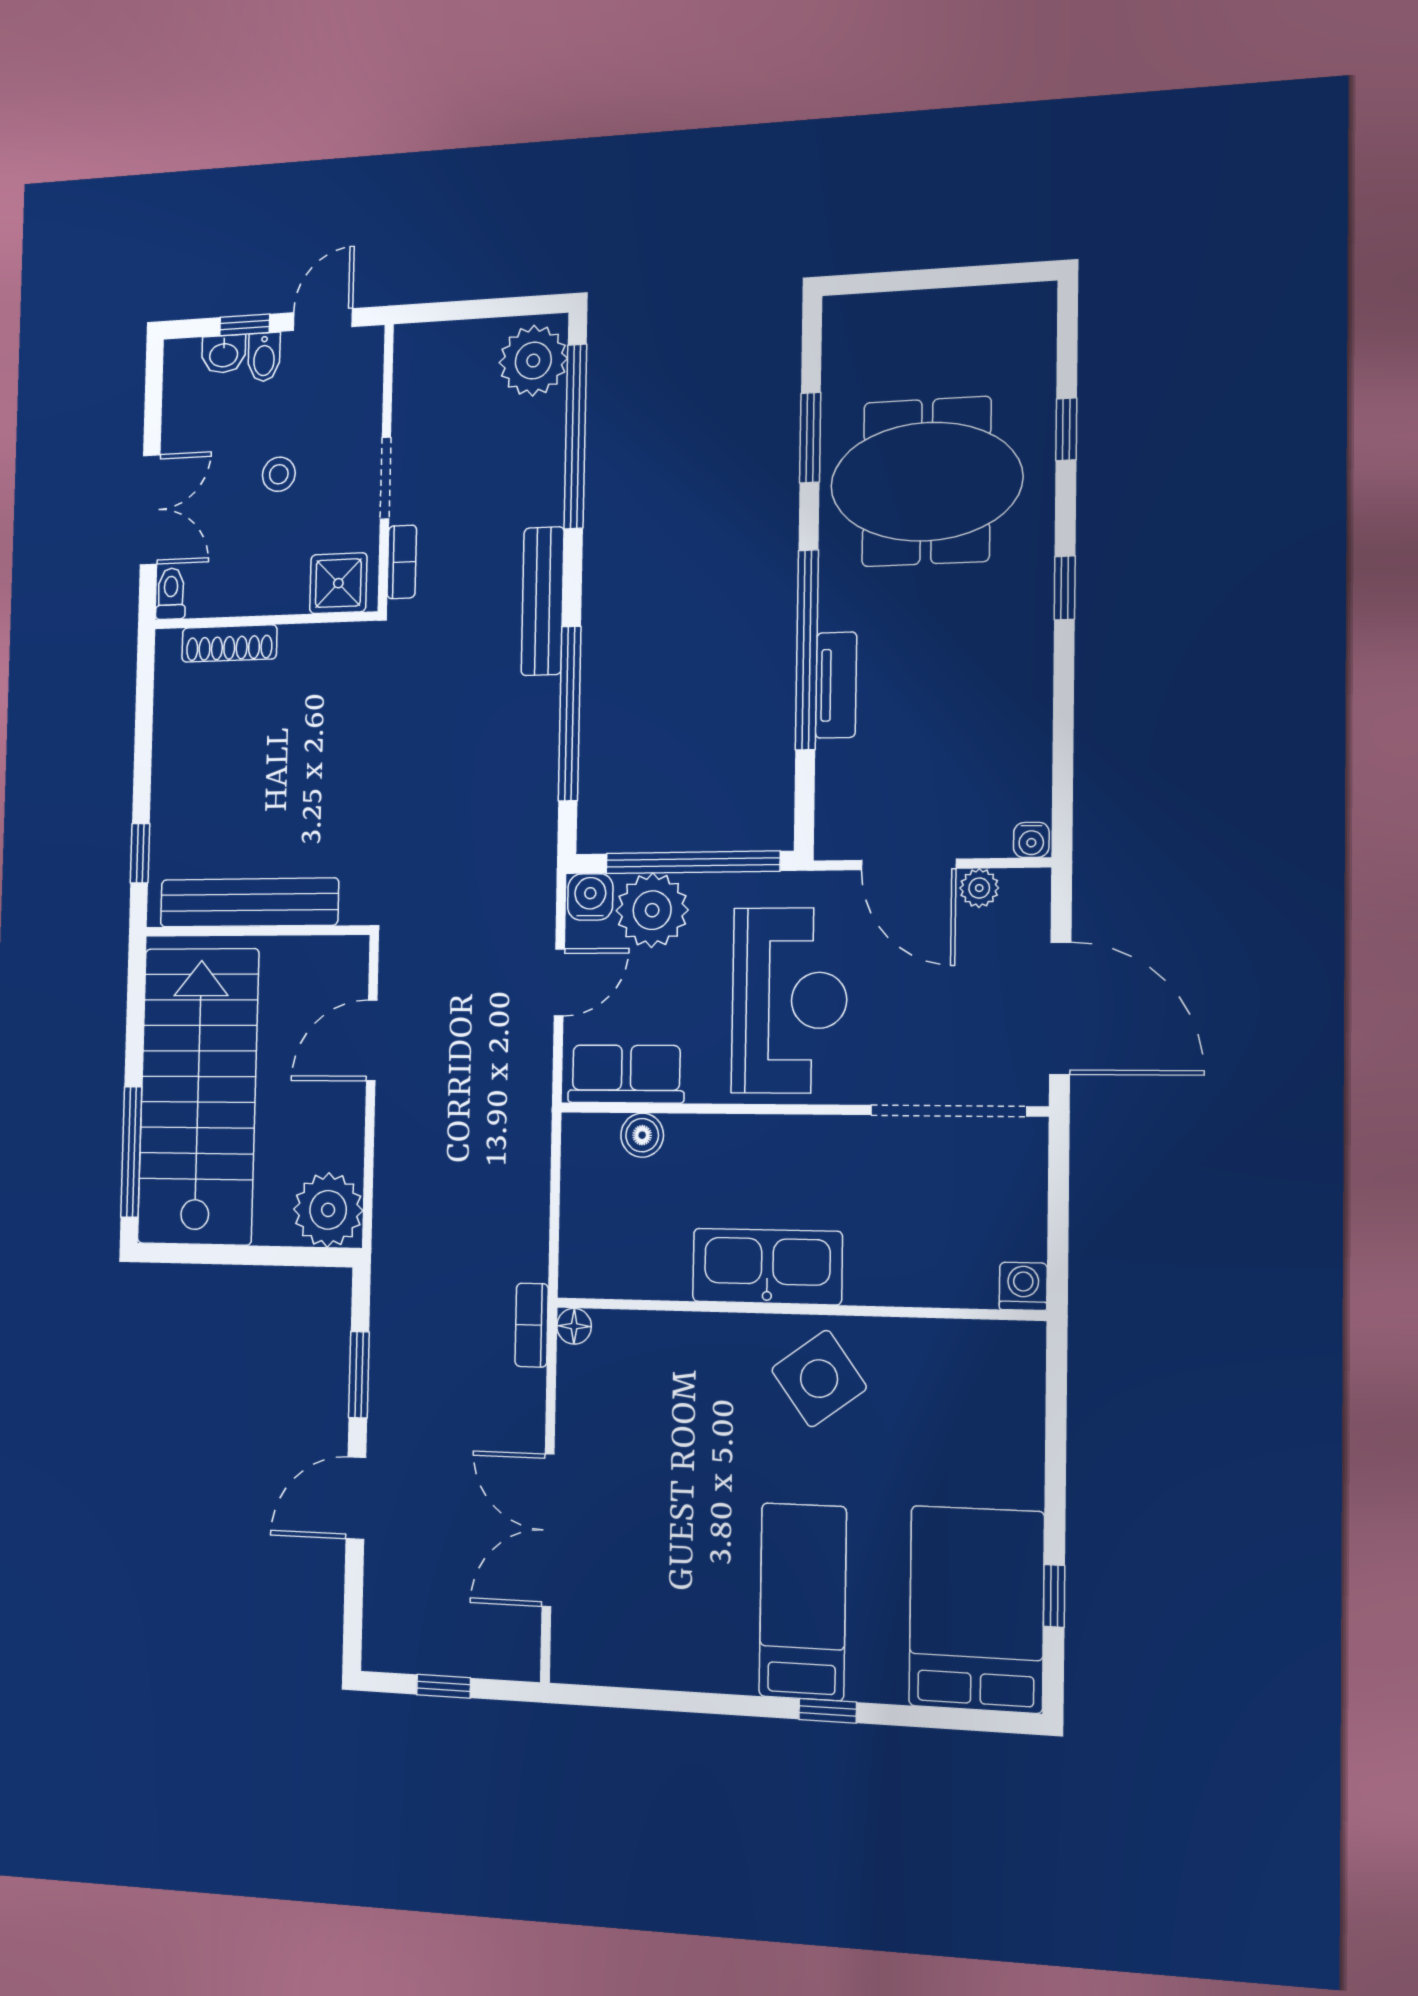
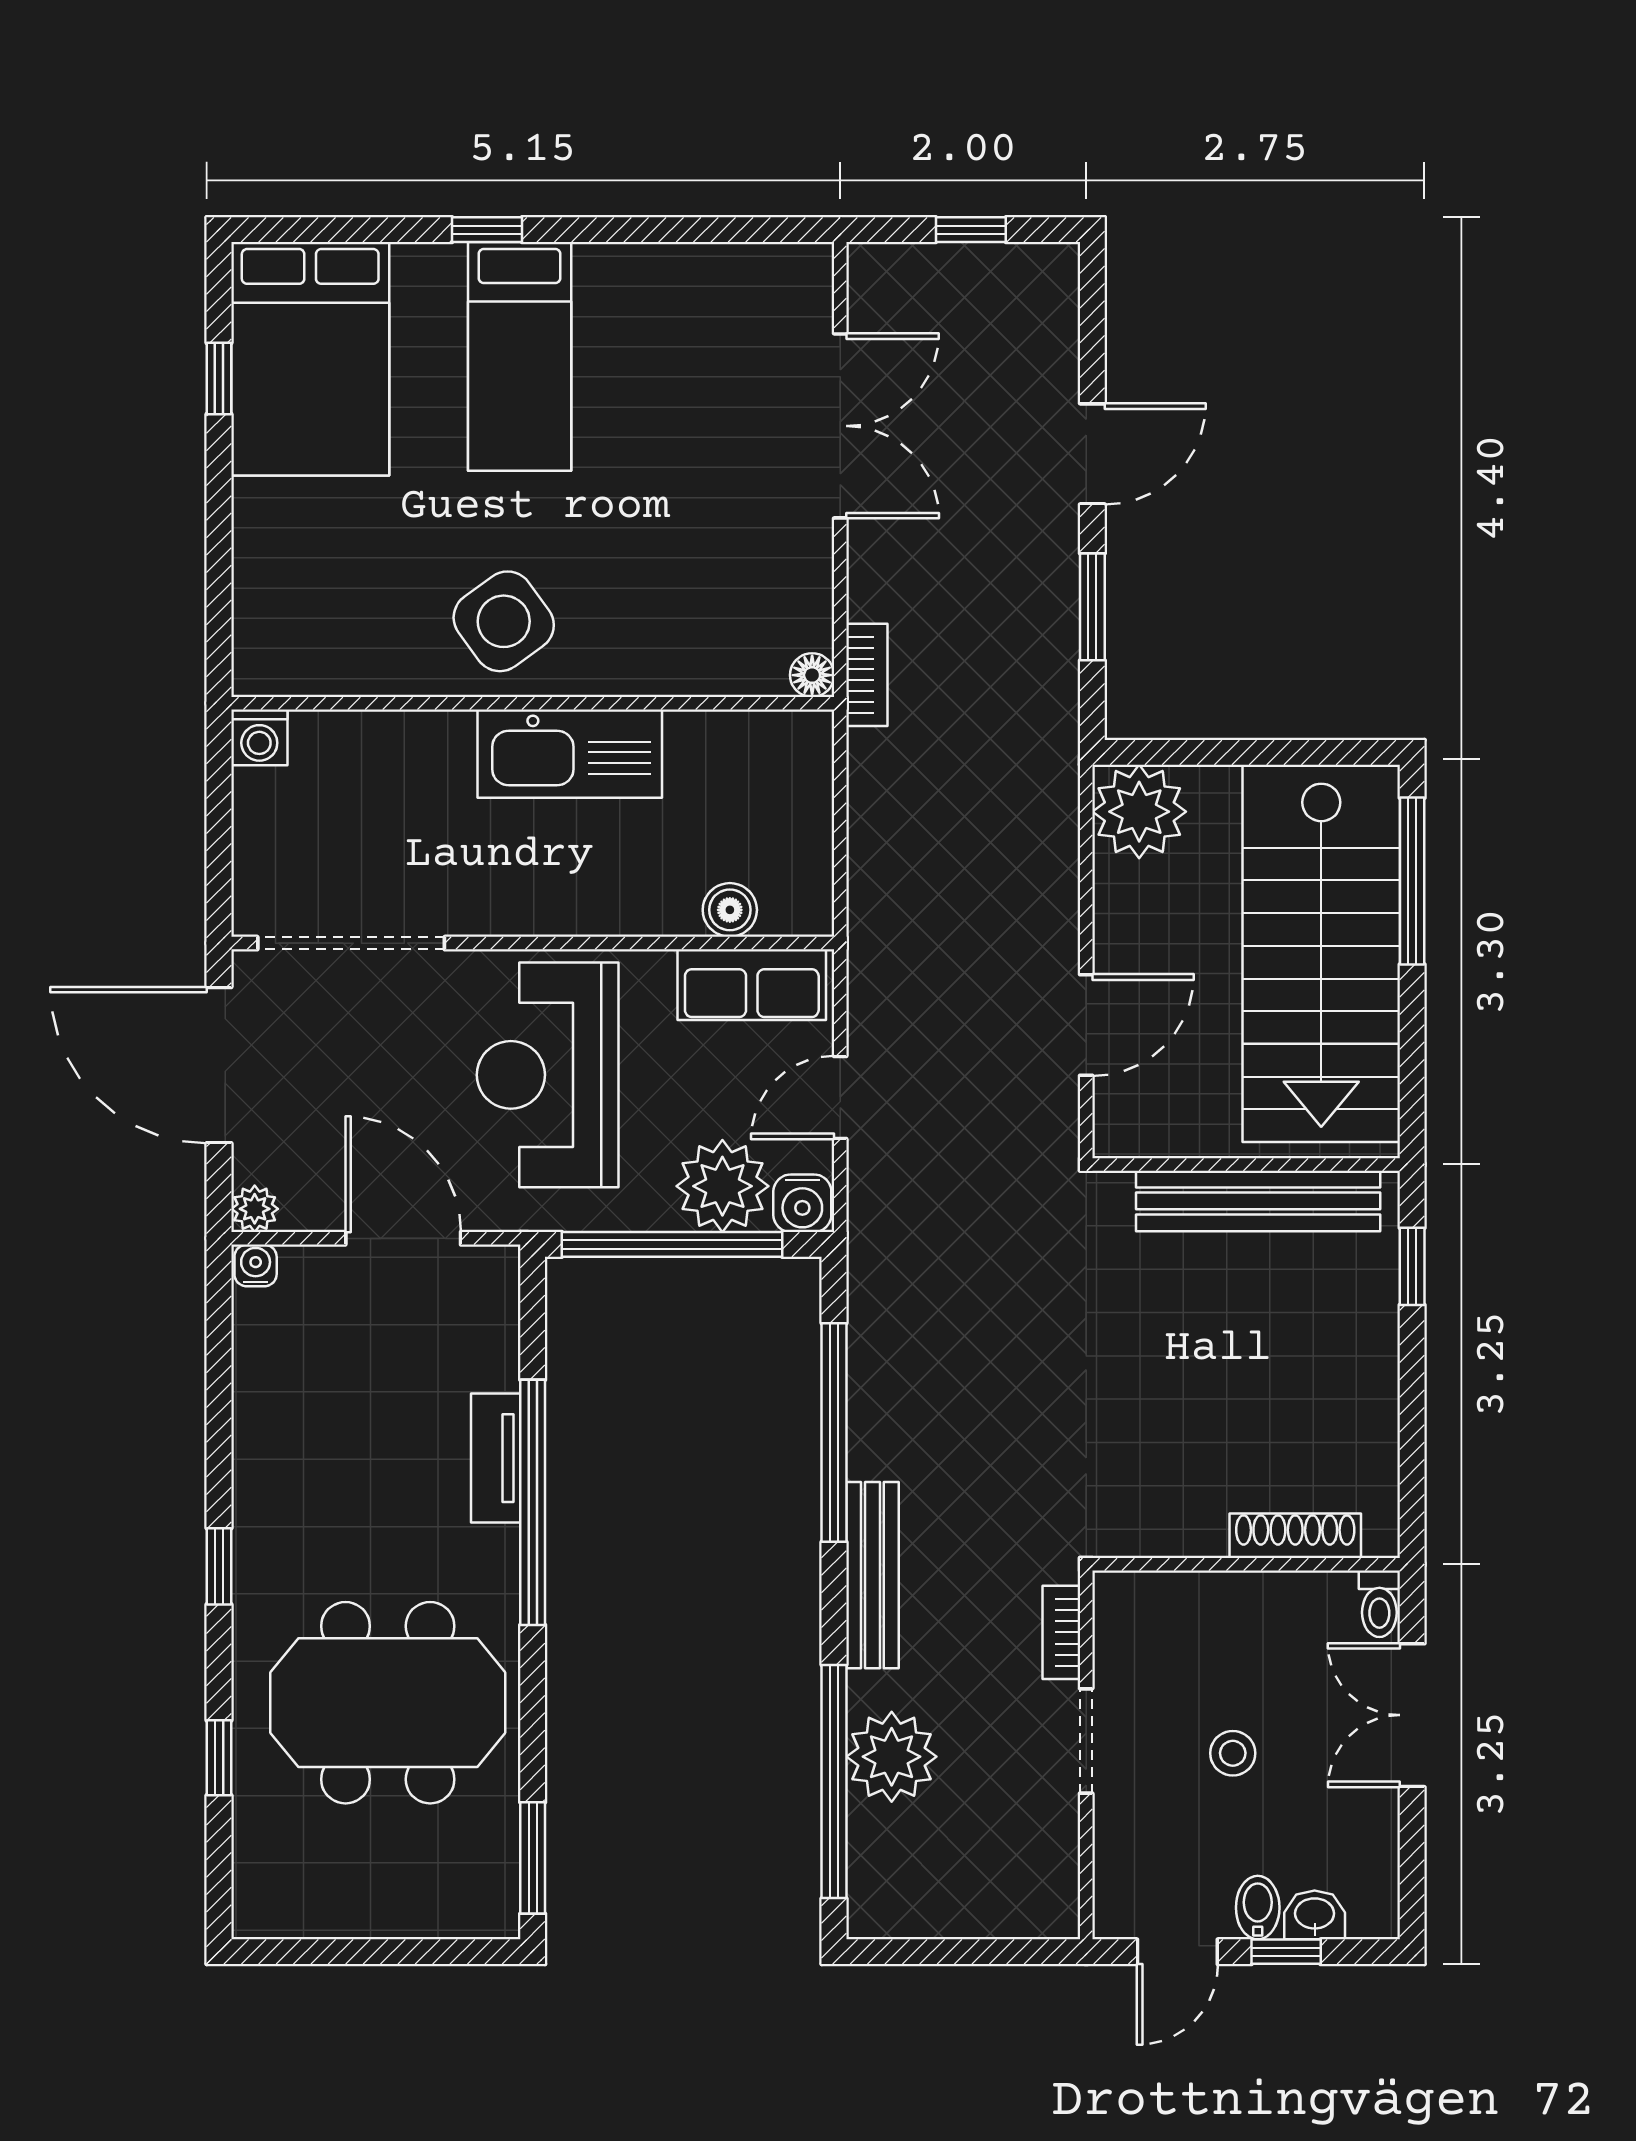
plant: (533, 361) -> (892, 1757), moved
window: (810, 438) -> (533, 1858), moved
shower: (338, 583) -> (1147, 1608), removed
plant: (979, 888) -> (255, 1209), moved

